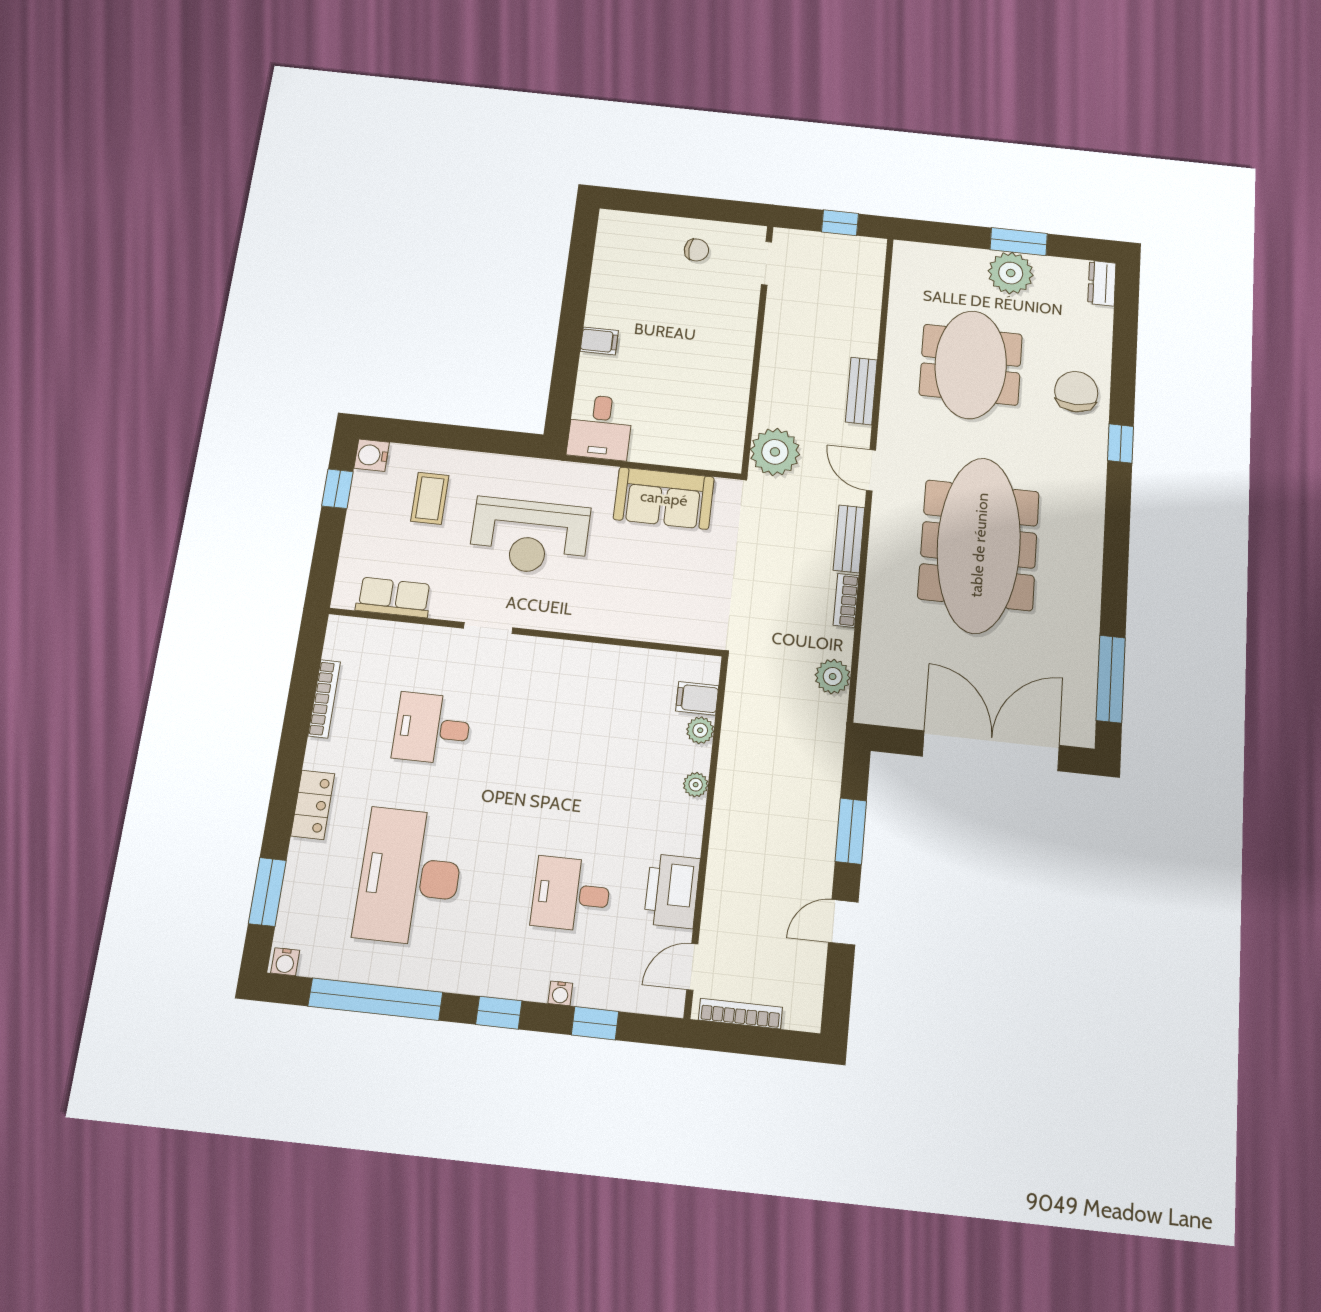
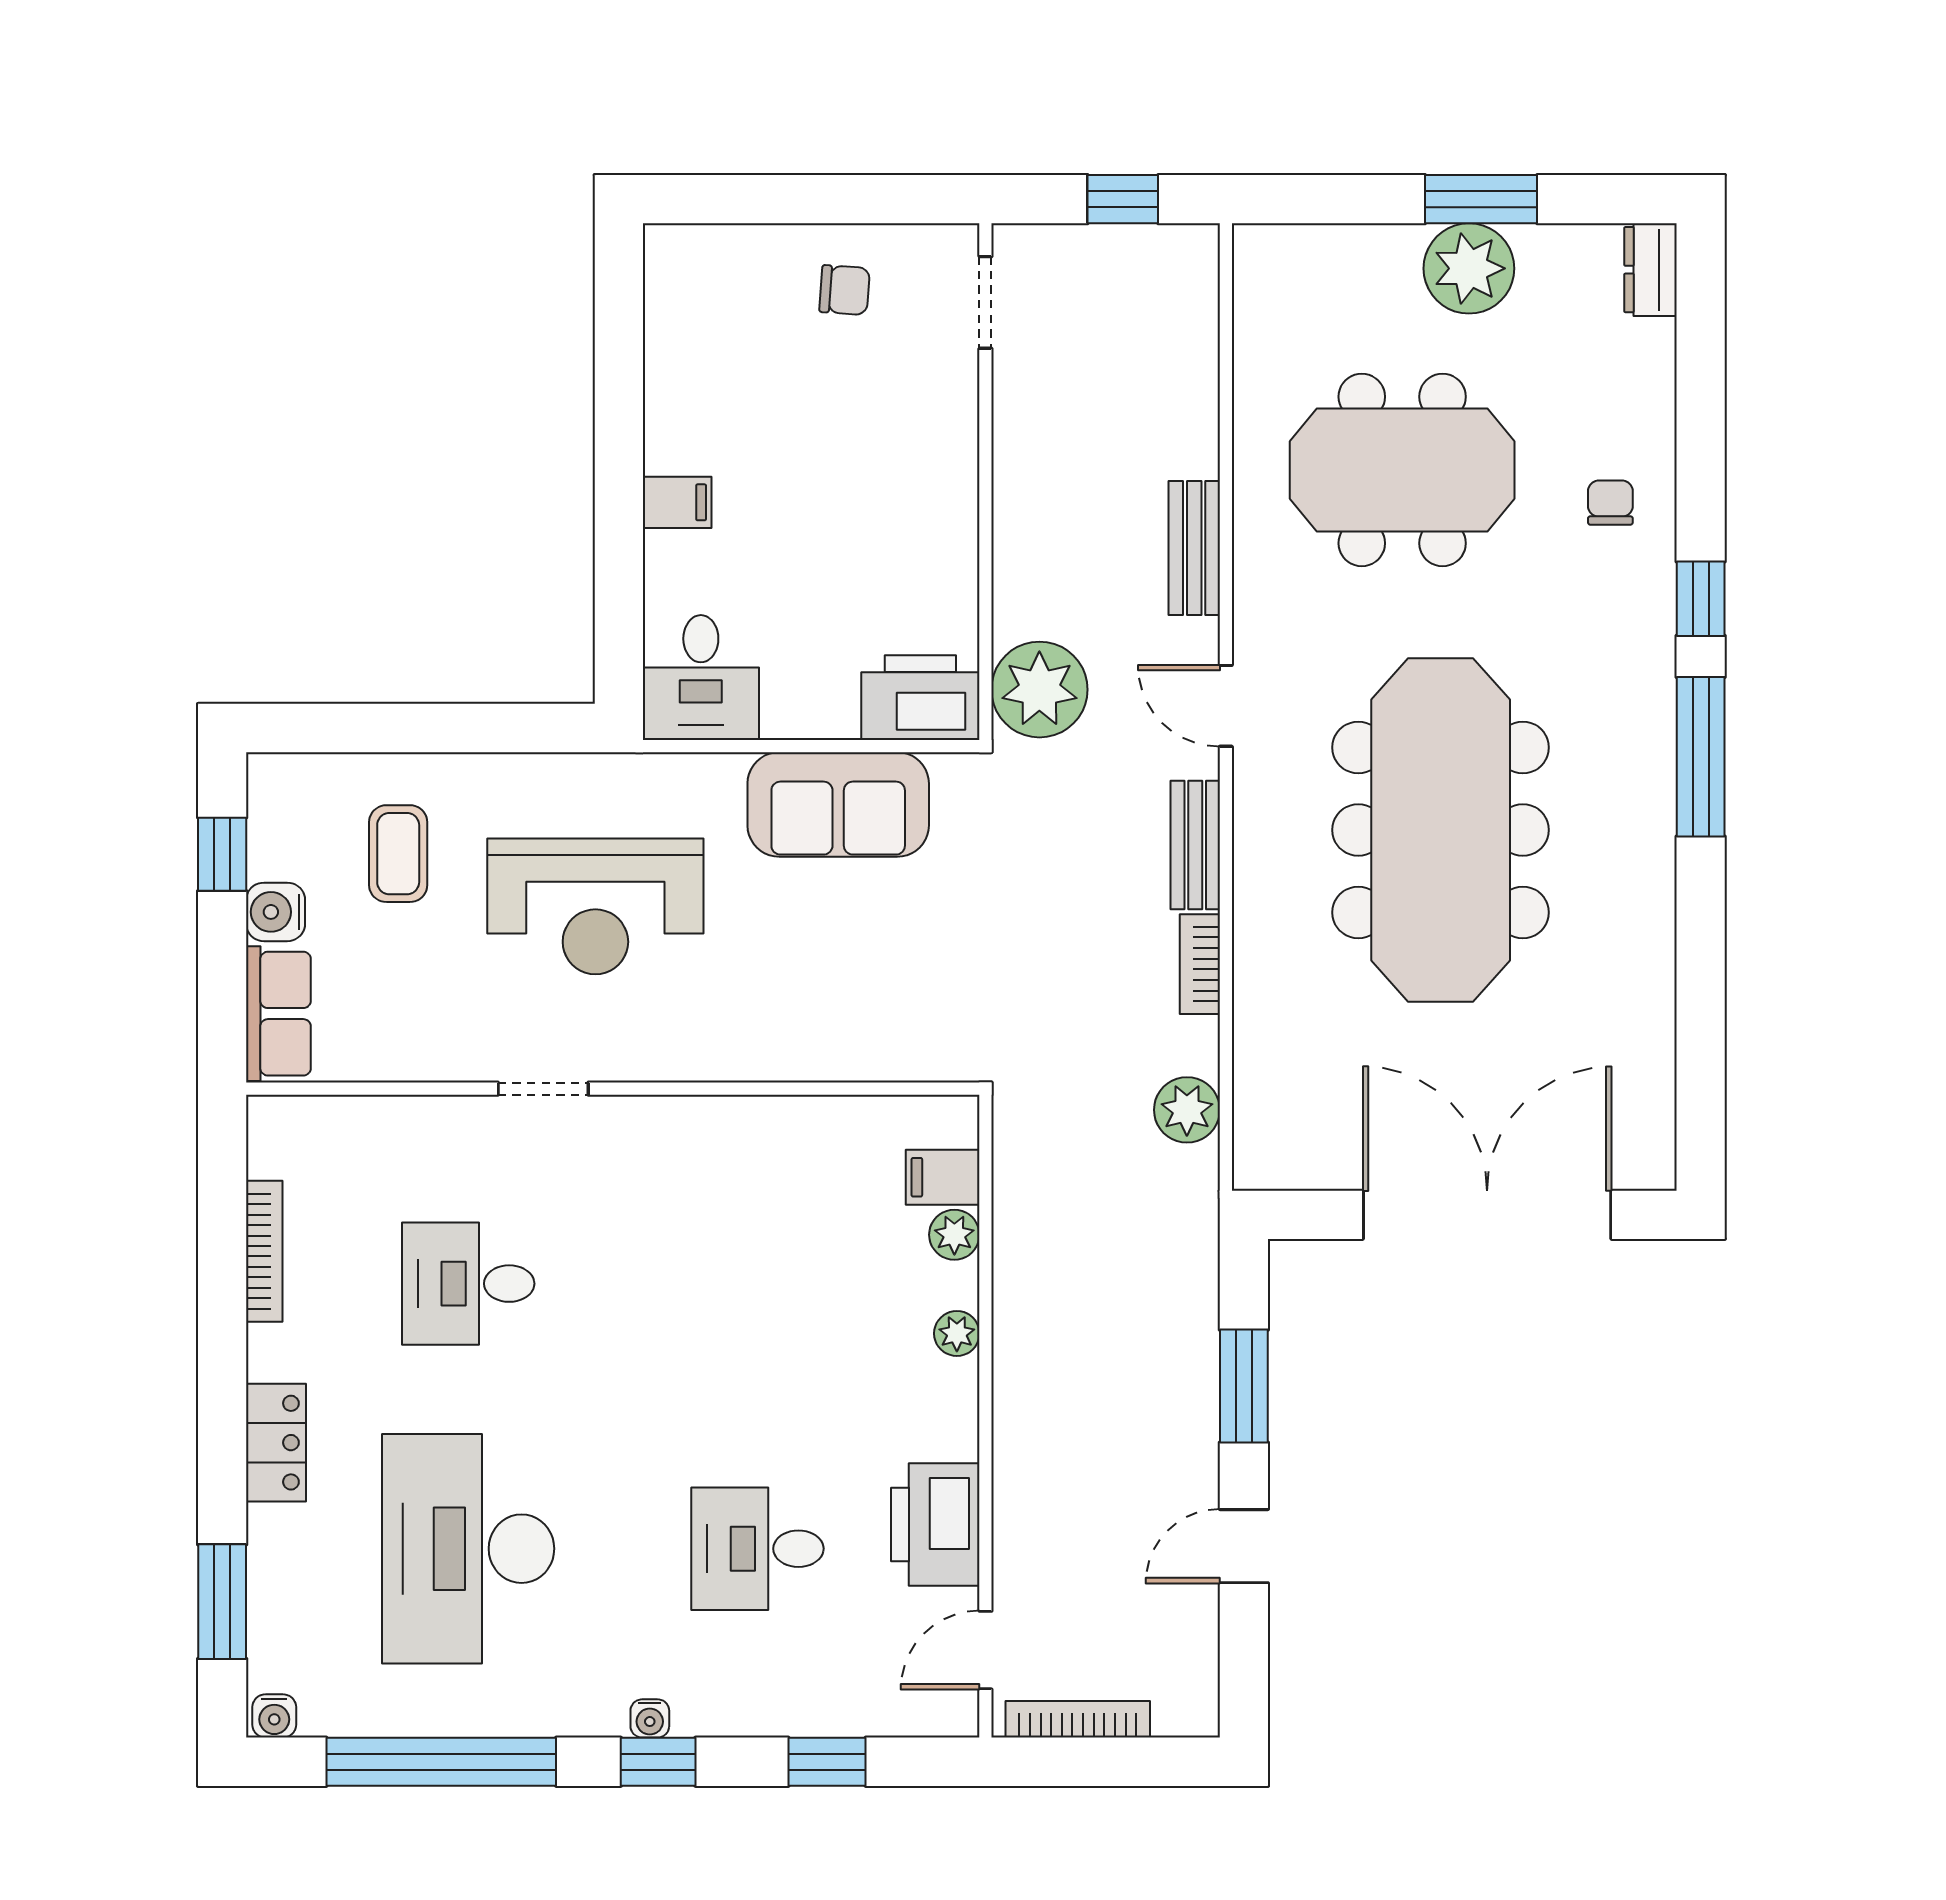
meeting table: (971, 365) -> (1402, 470), turned 90
chair: (1076, 392) -> (1610, 503), width x0.54, depth x0.54
printer: (713, 449) -> (920, 698), added
water cooler: (372, 455) -> (276, 912), moved
row of seats: (394, 597) -> (278, 1014), moved, turned 90
window: (1111, 679) -> (1701, 757), moved
water cooler: (560, 993) -> (650, 1718), moved

